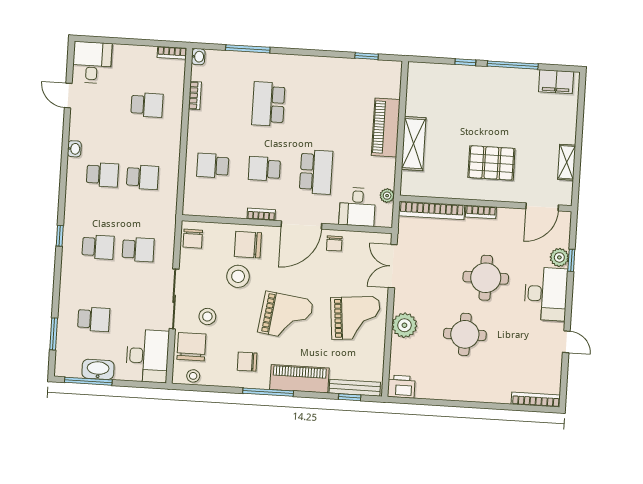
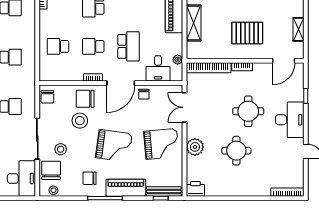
plant: (559, 257) -> (297, 94), removed

